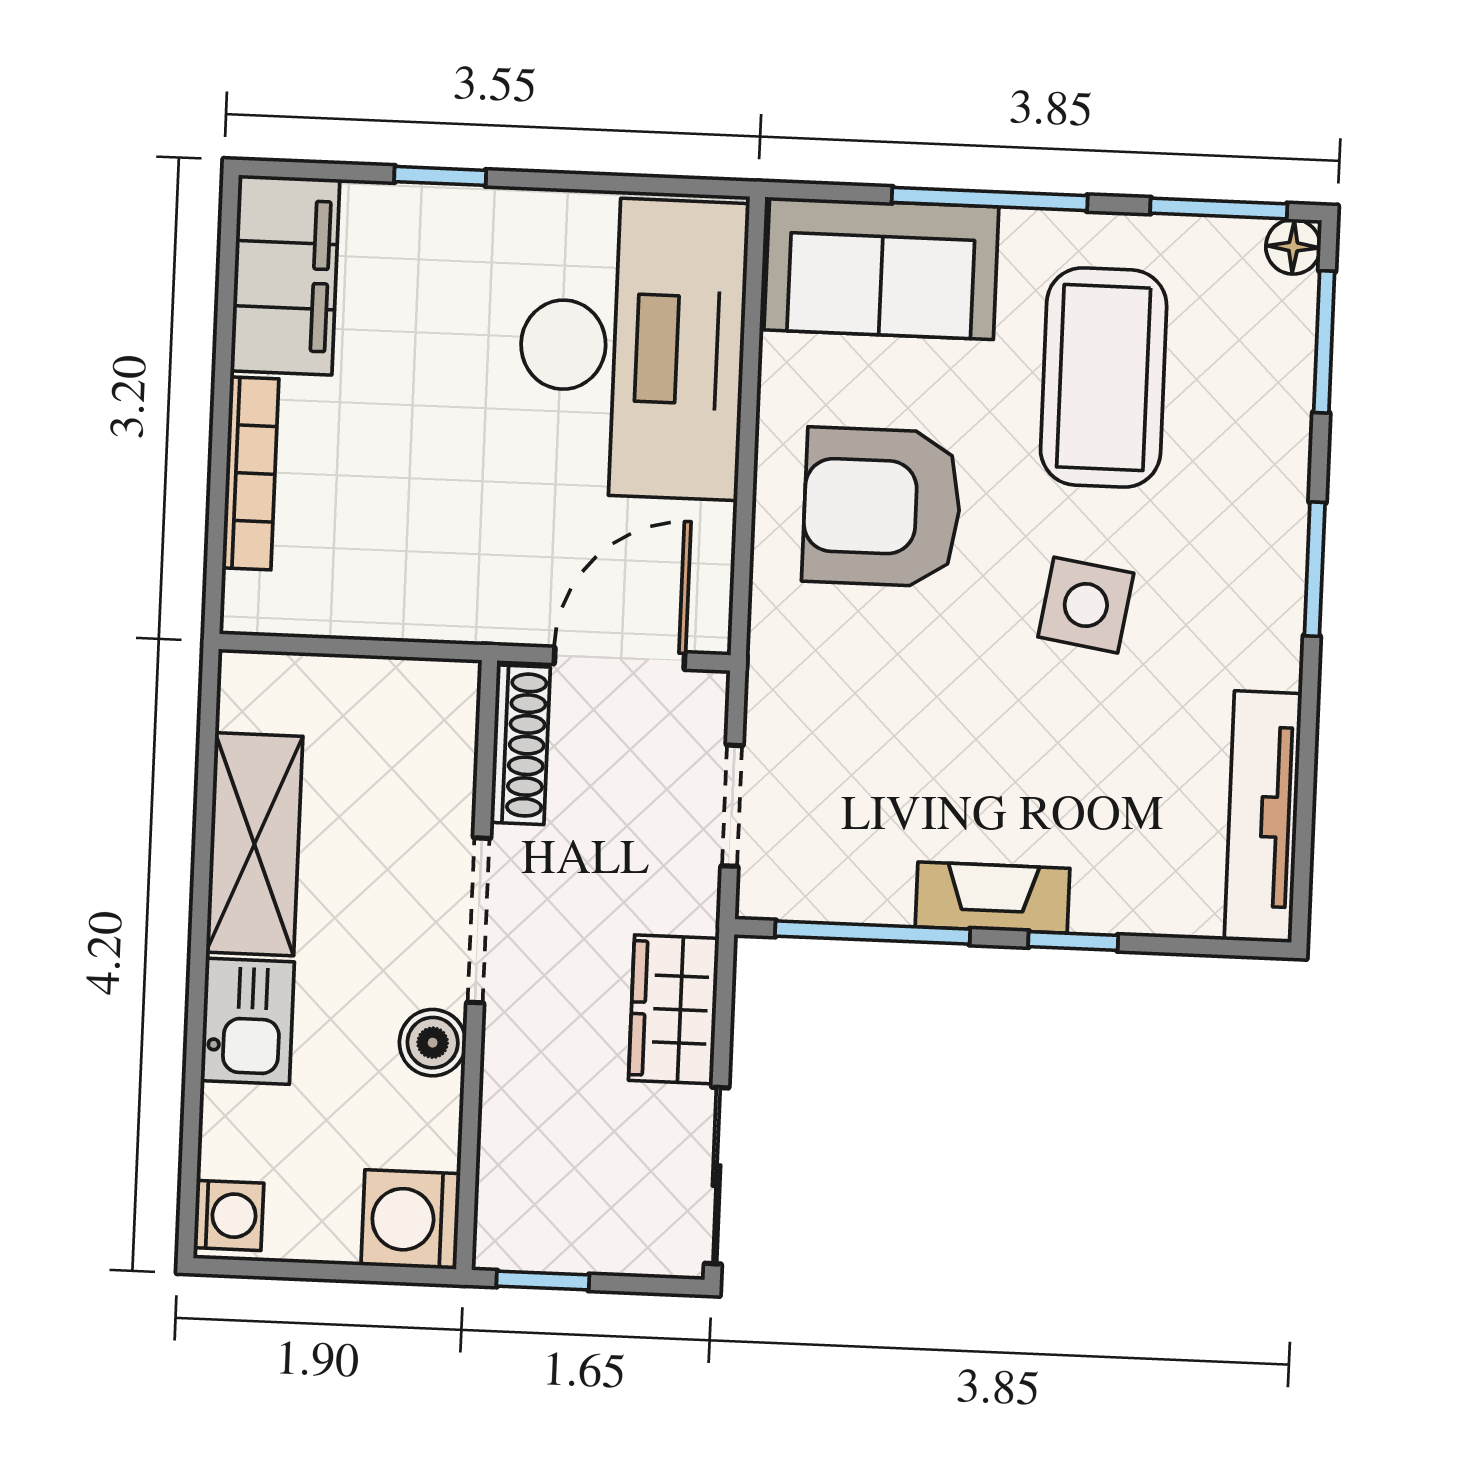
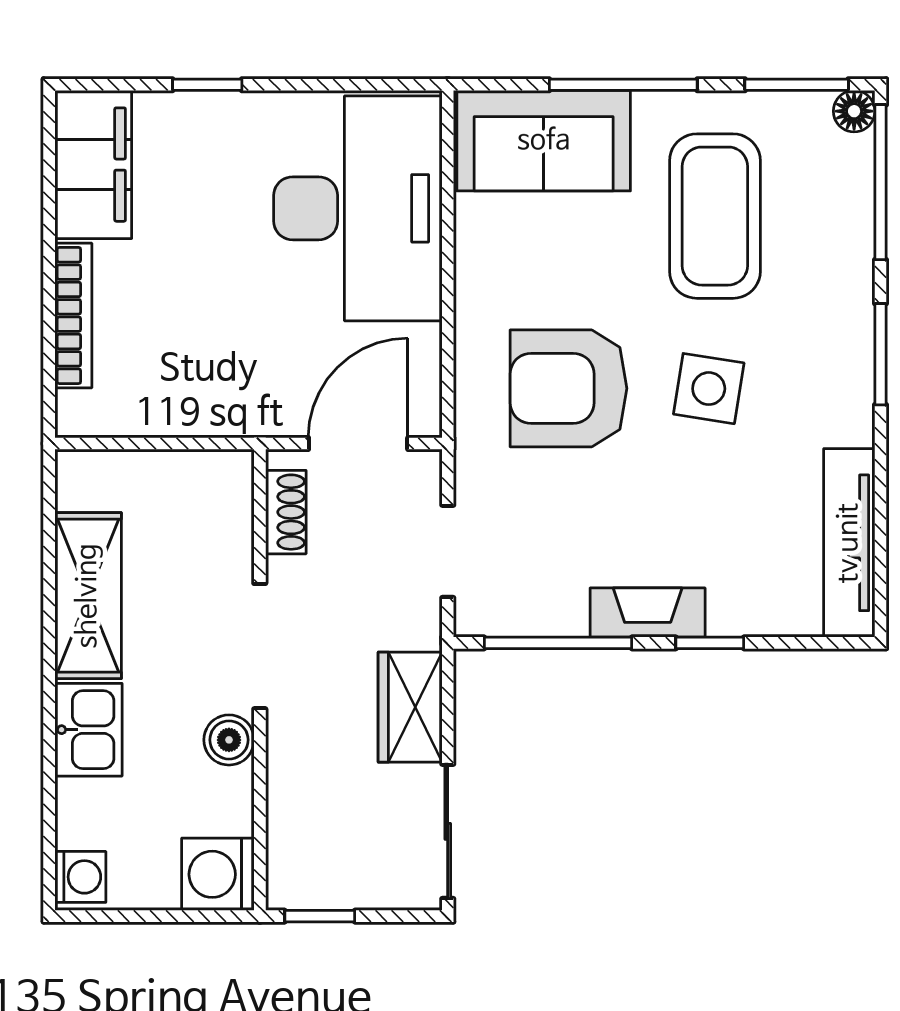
window: (1324, 342) -> (881, 182), width x1.44
armchair: (882, 507) -> (568, 388), moved
shoe rack: (520, 745) -> (286, 512), width x0.70

